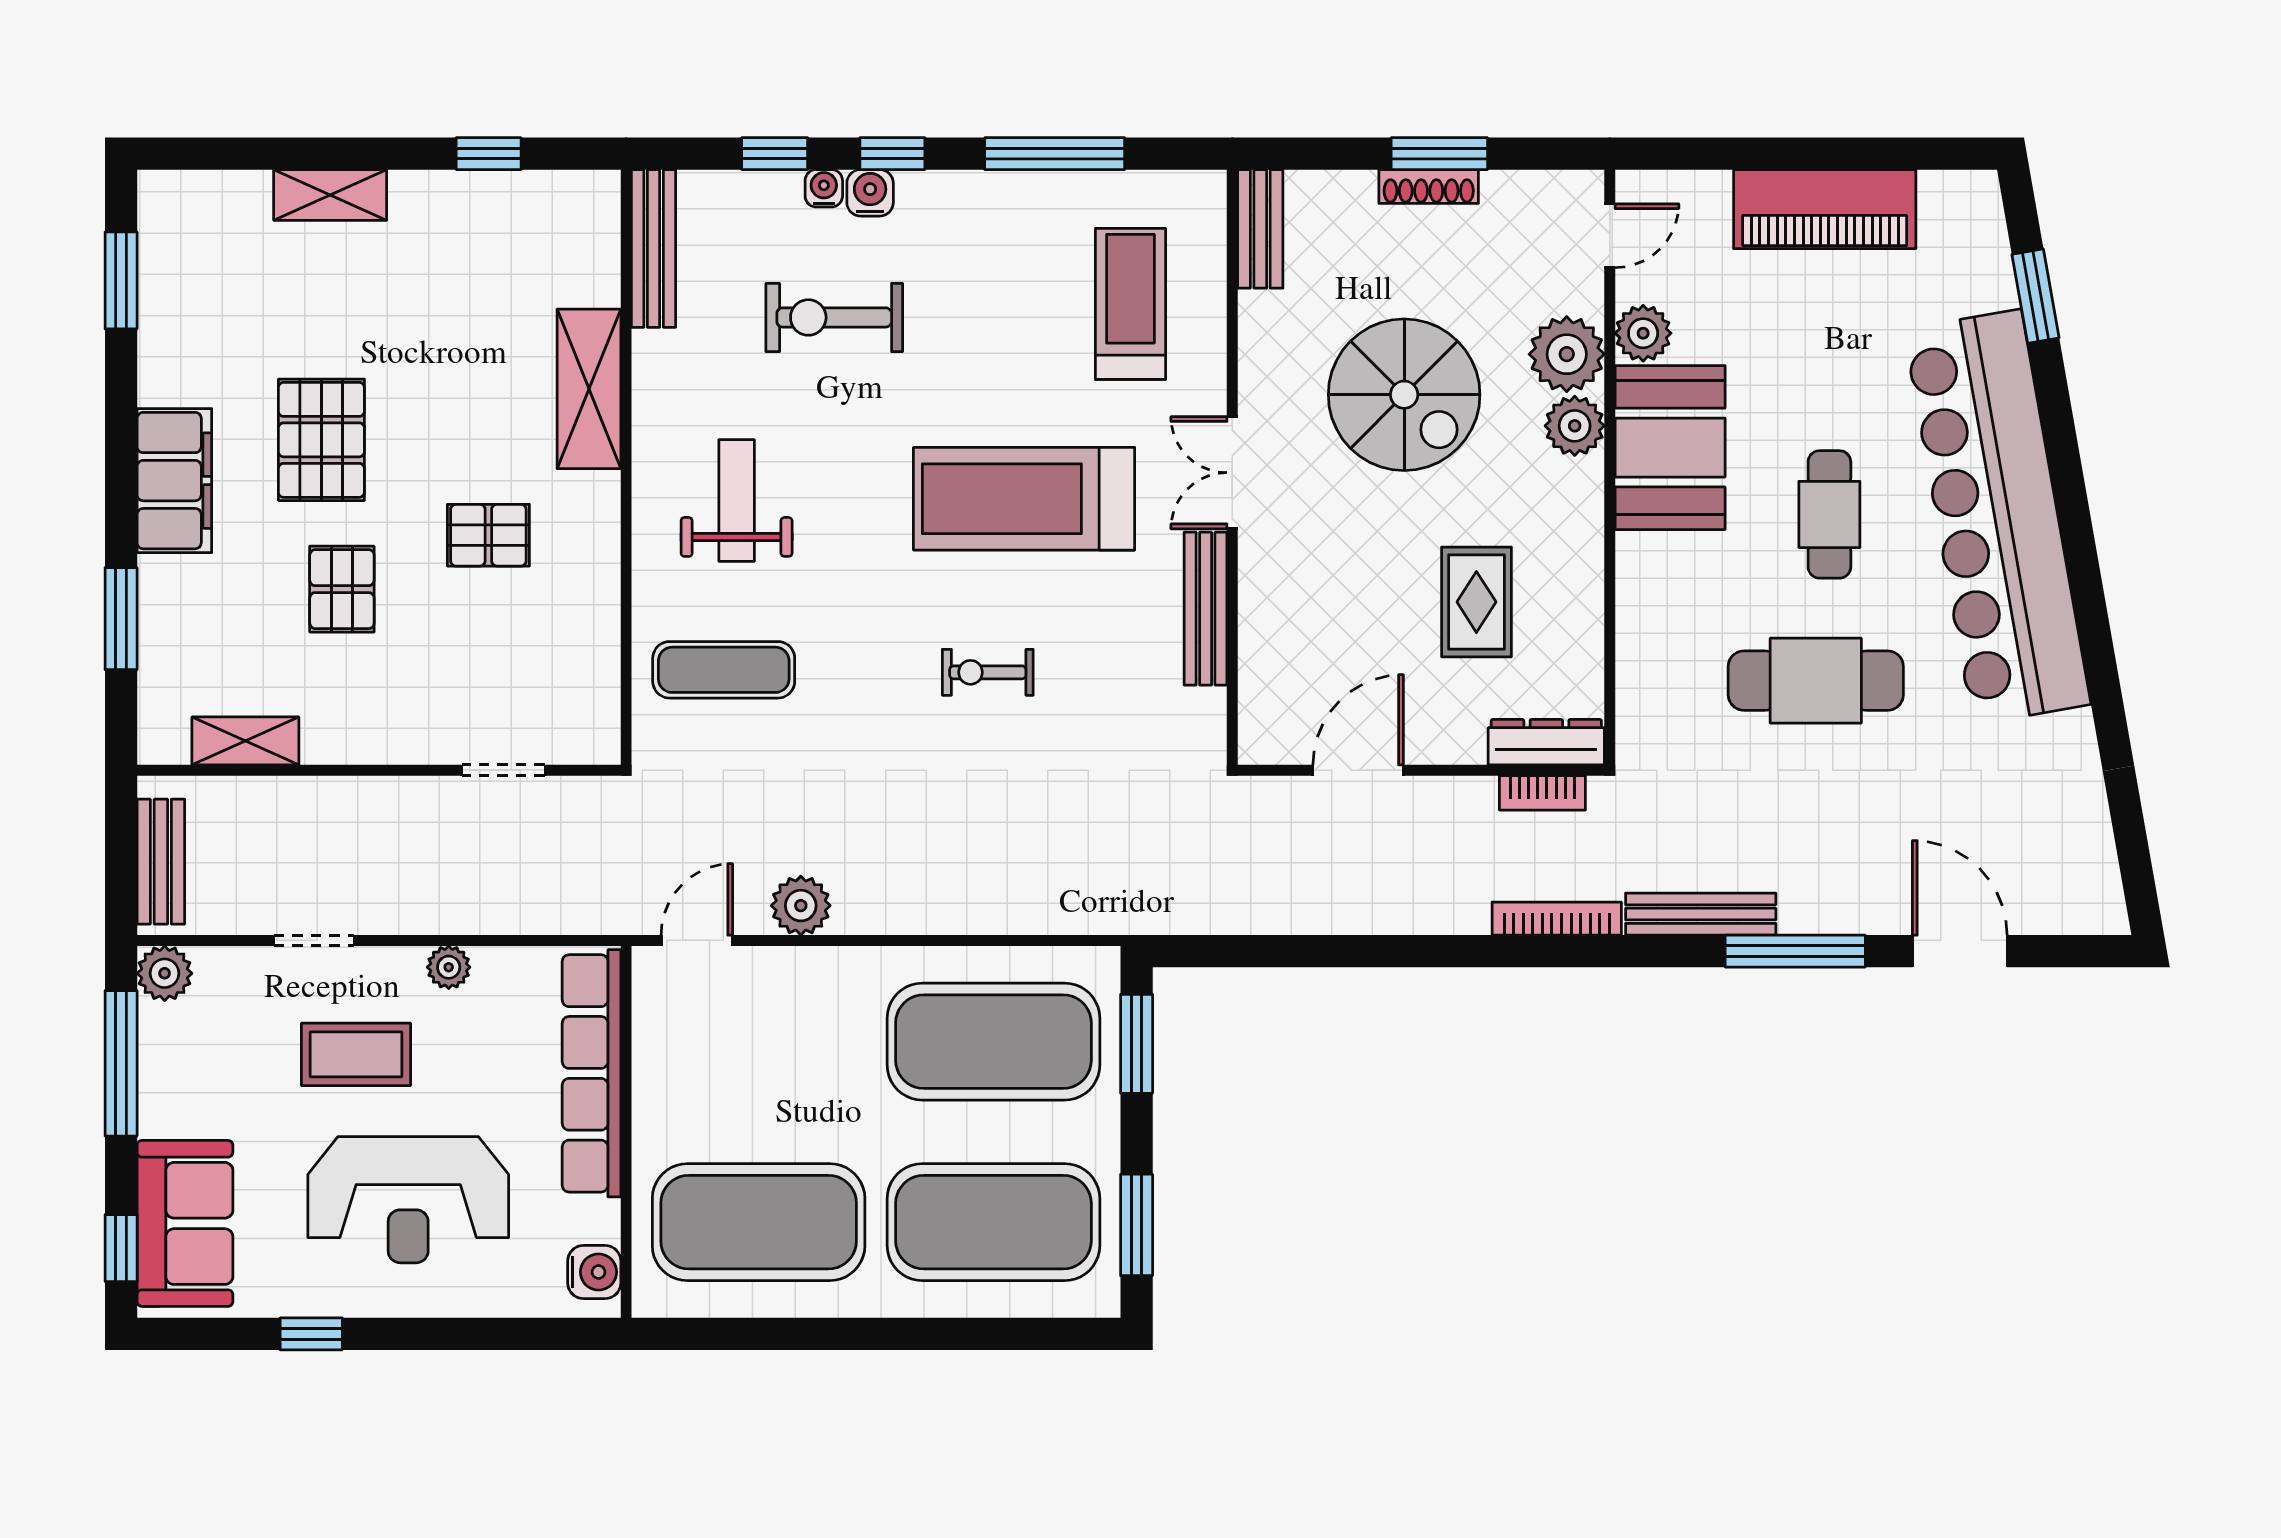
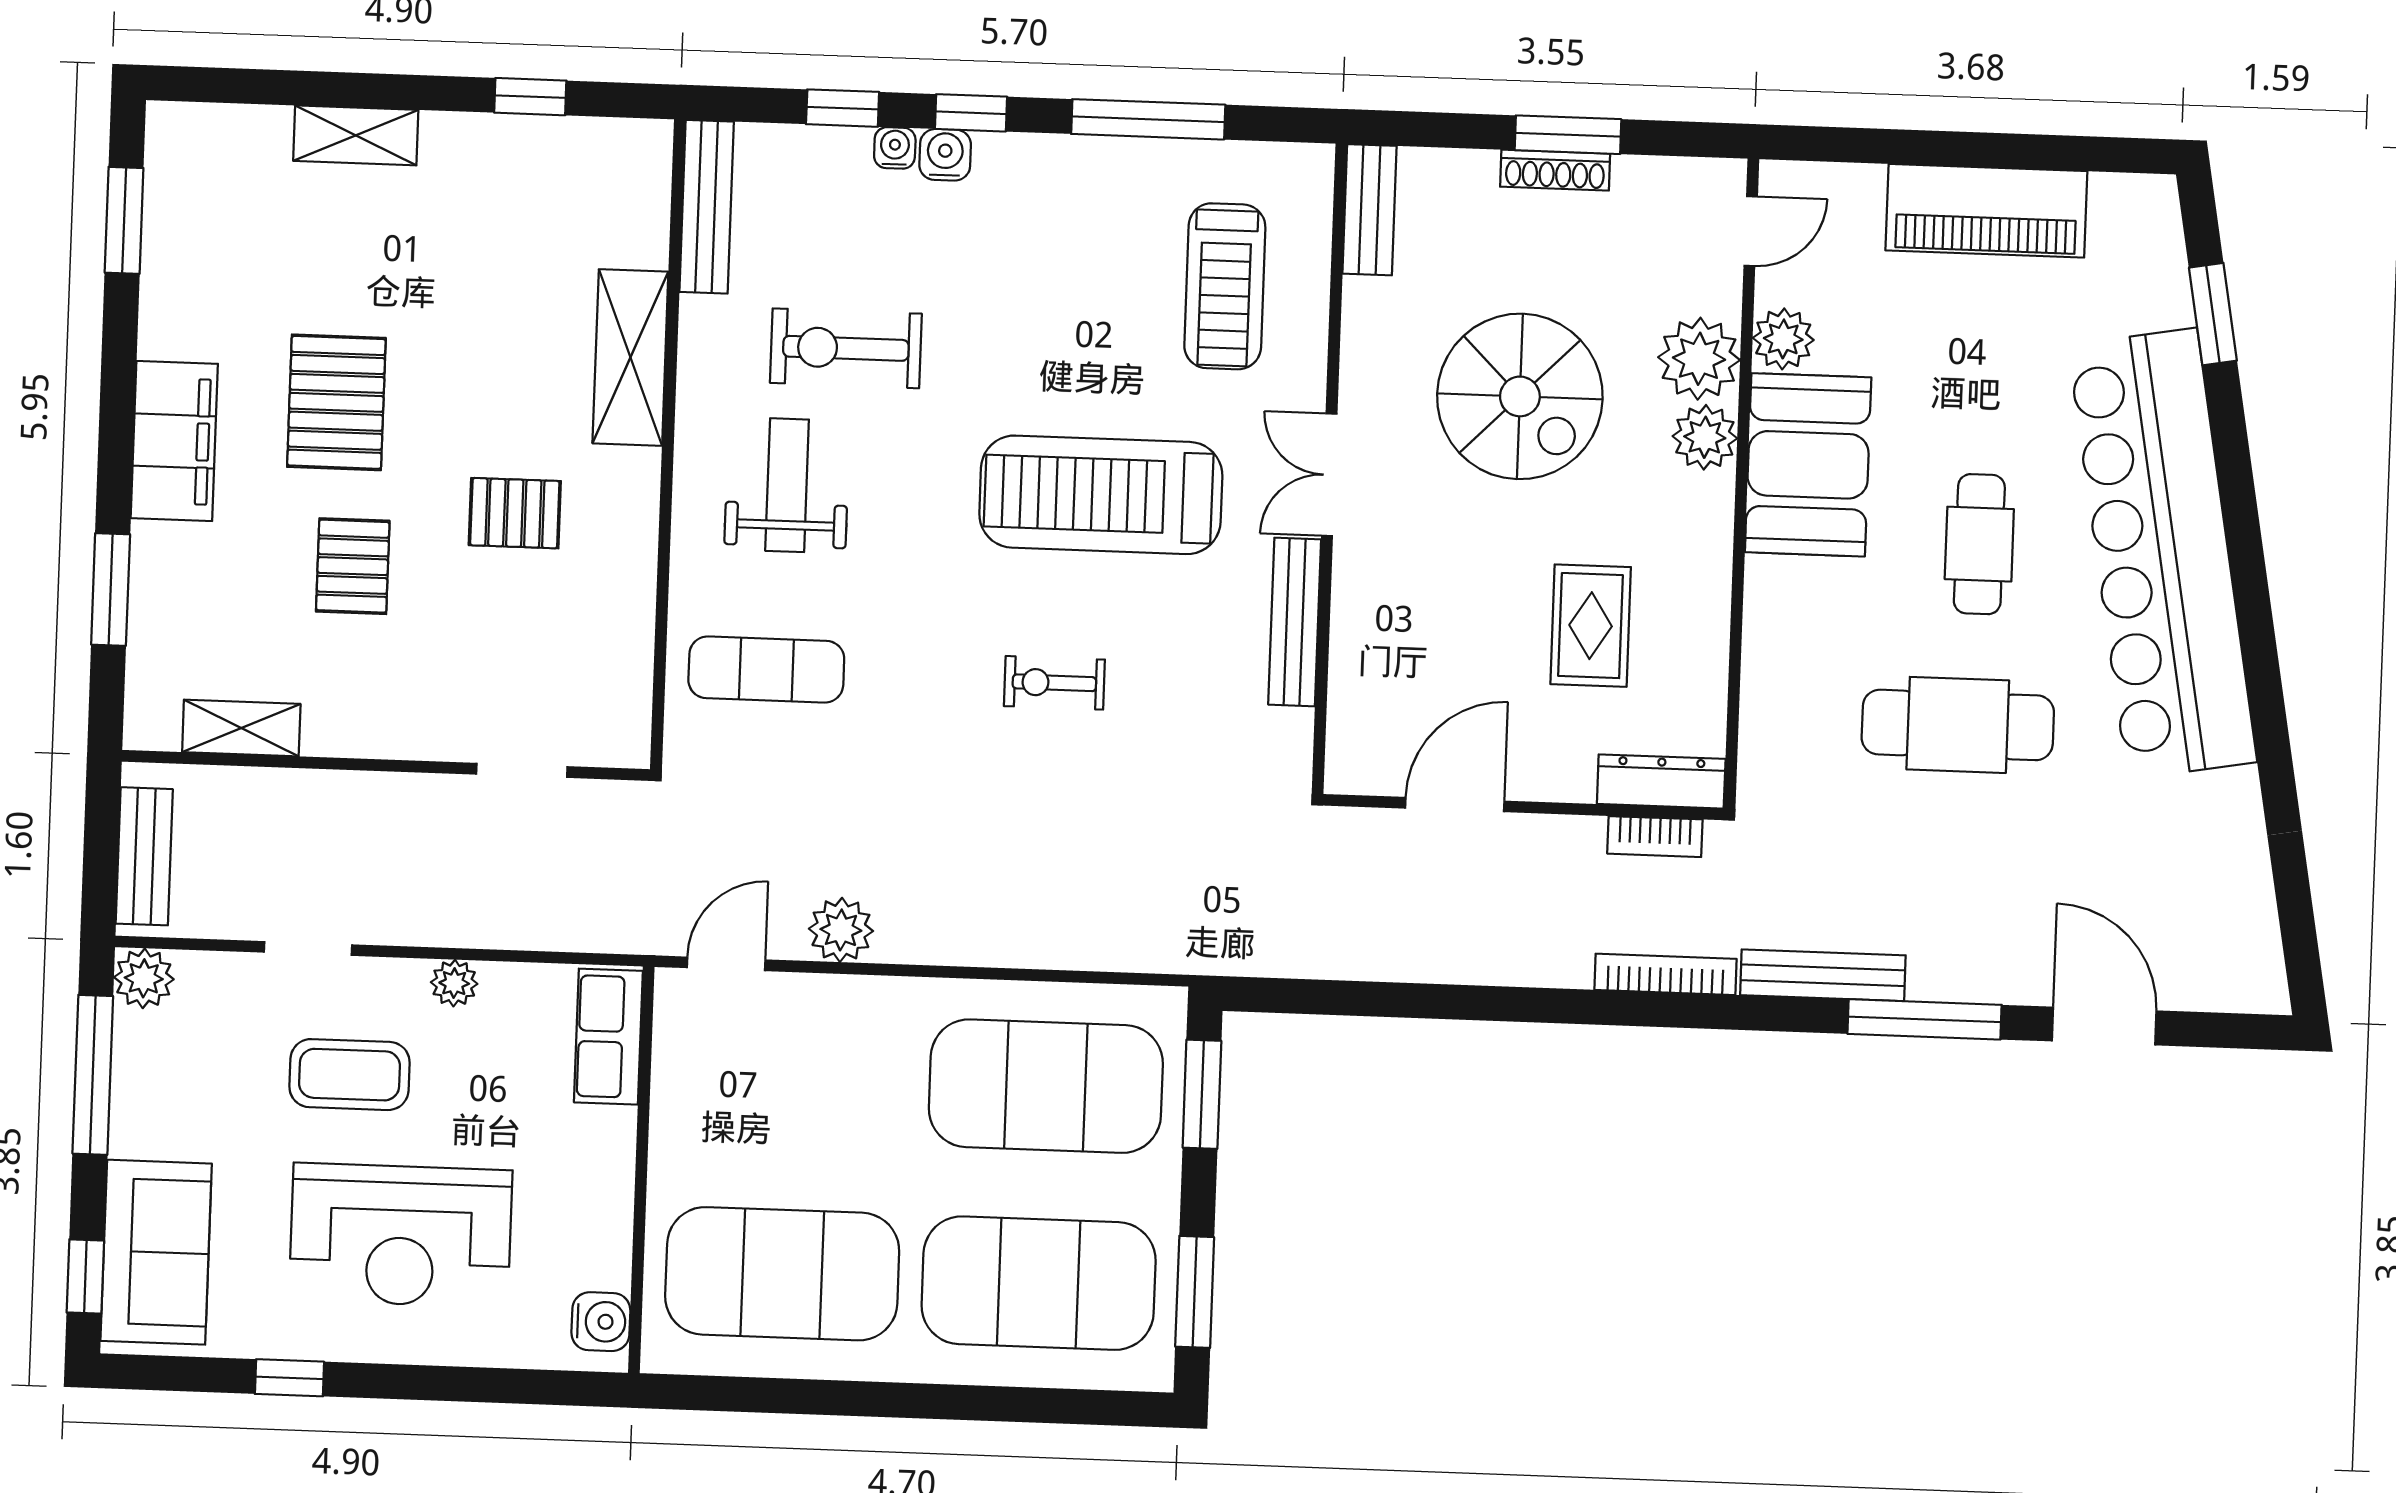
treadmill: (1130, 304) -> (1225, 286), turned 180
exercise bike: (834, 317) -> (846, 348), moved
row of seats: (592, 1073) -> (608, 1037), width x0.50

